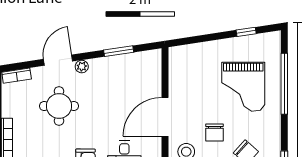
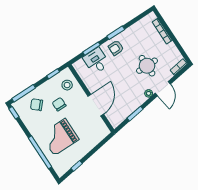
grand piano: (243, 87) -> (60, 137), turned -90
door: (165, 117) -> (96, 105), moved

